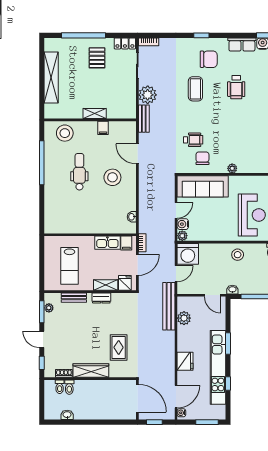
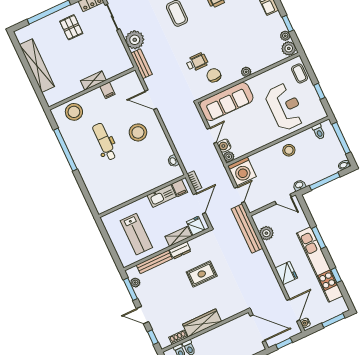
bench: (74, 298) -> (154, 262), width x1.36
rug: (119, 347) -> (202, 274), moved, turned 90

